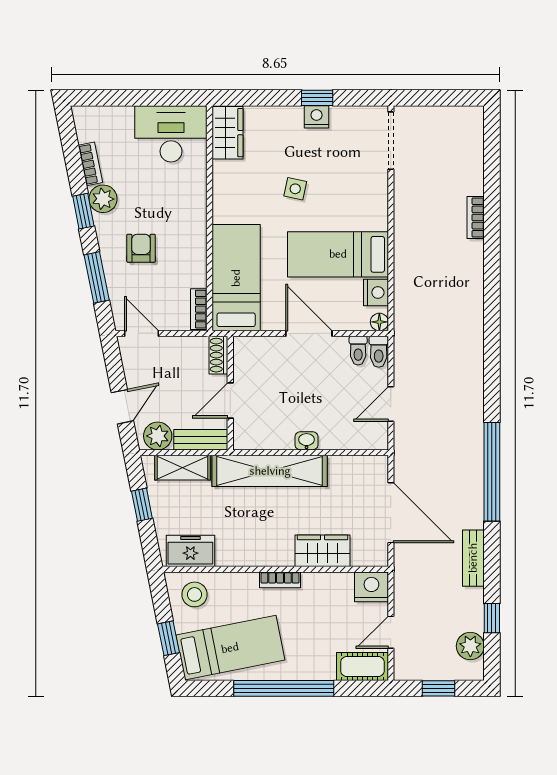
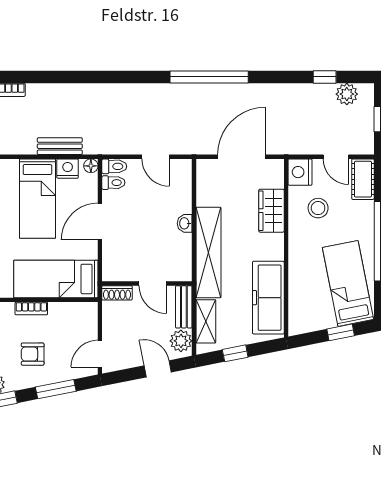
bookcase: (199, 309) -> (31, 308), moved
freezer: (190, 551) -> (268, 298), width x1.91, depth x1.26
bench: (473, 558) -> (60, 146), moved
bookcase: (280, 580) -> (295, 244), removed
stool: (195, 594) -> (318, 208), moved

